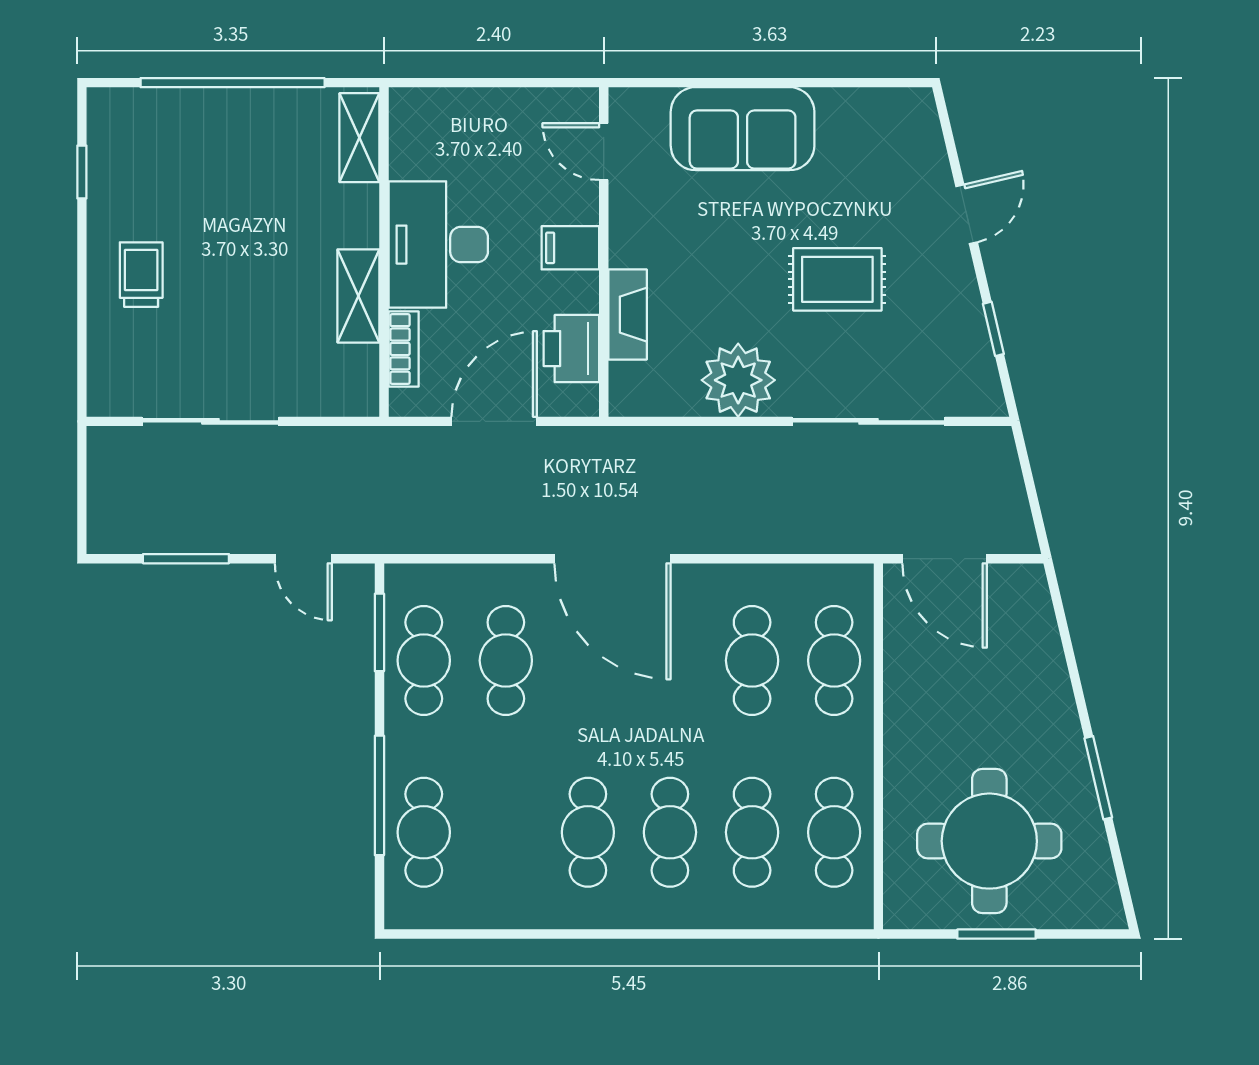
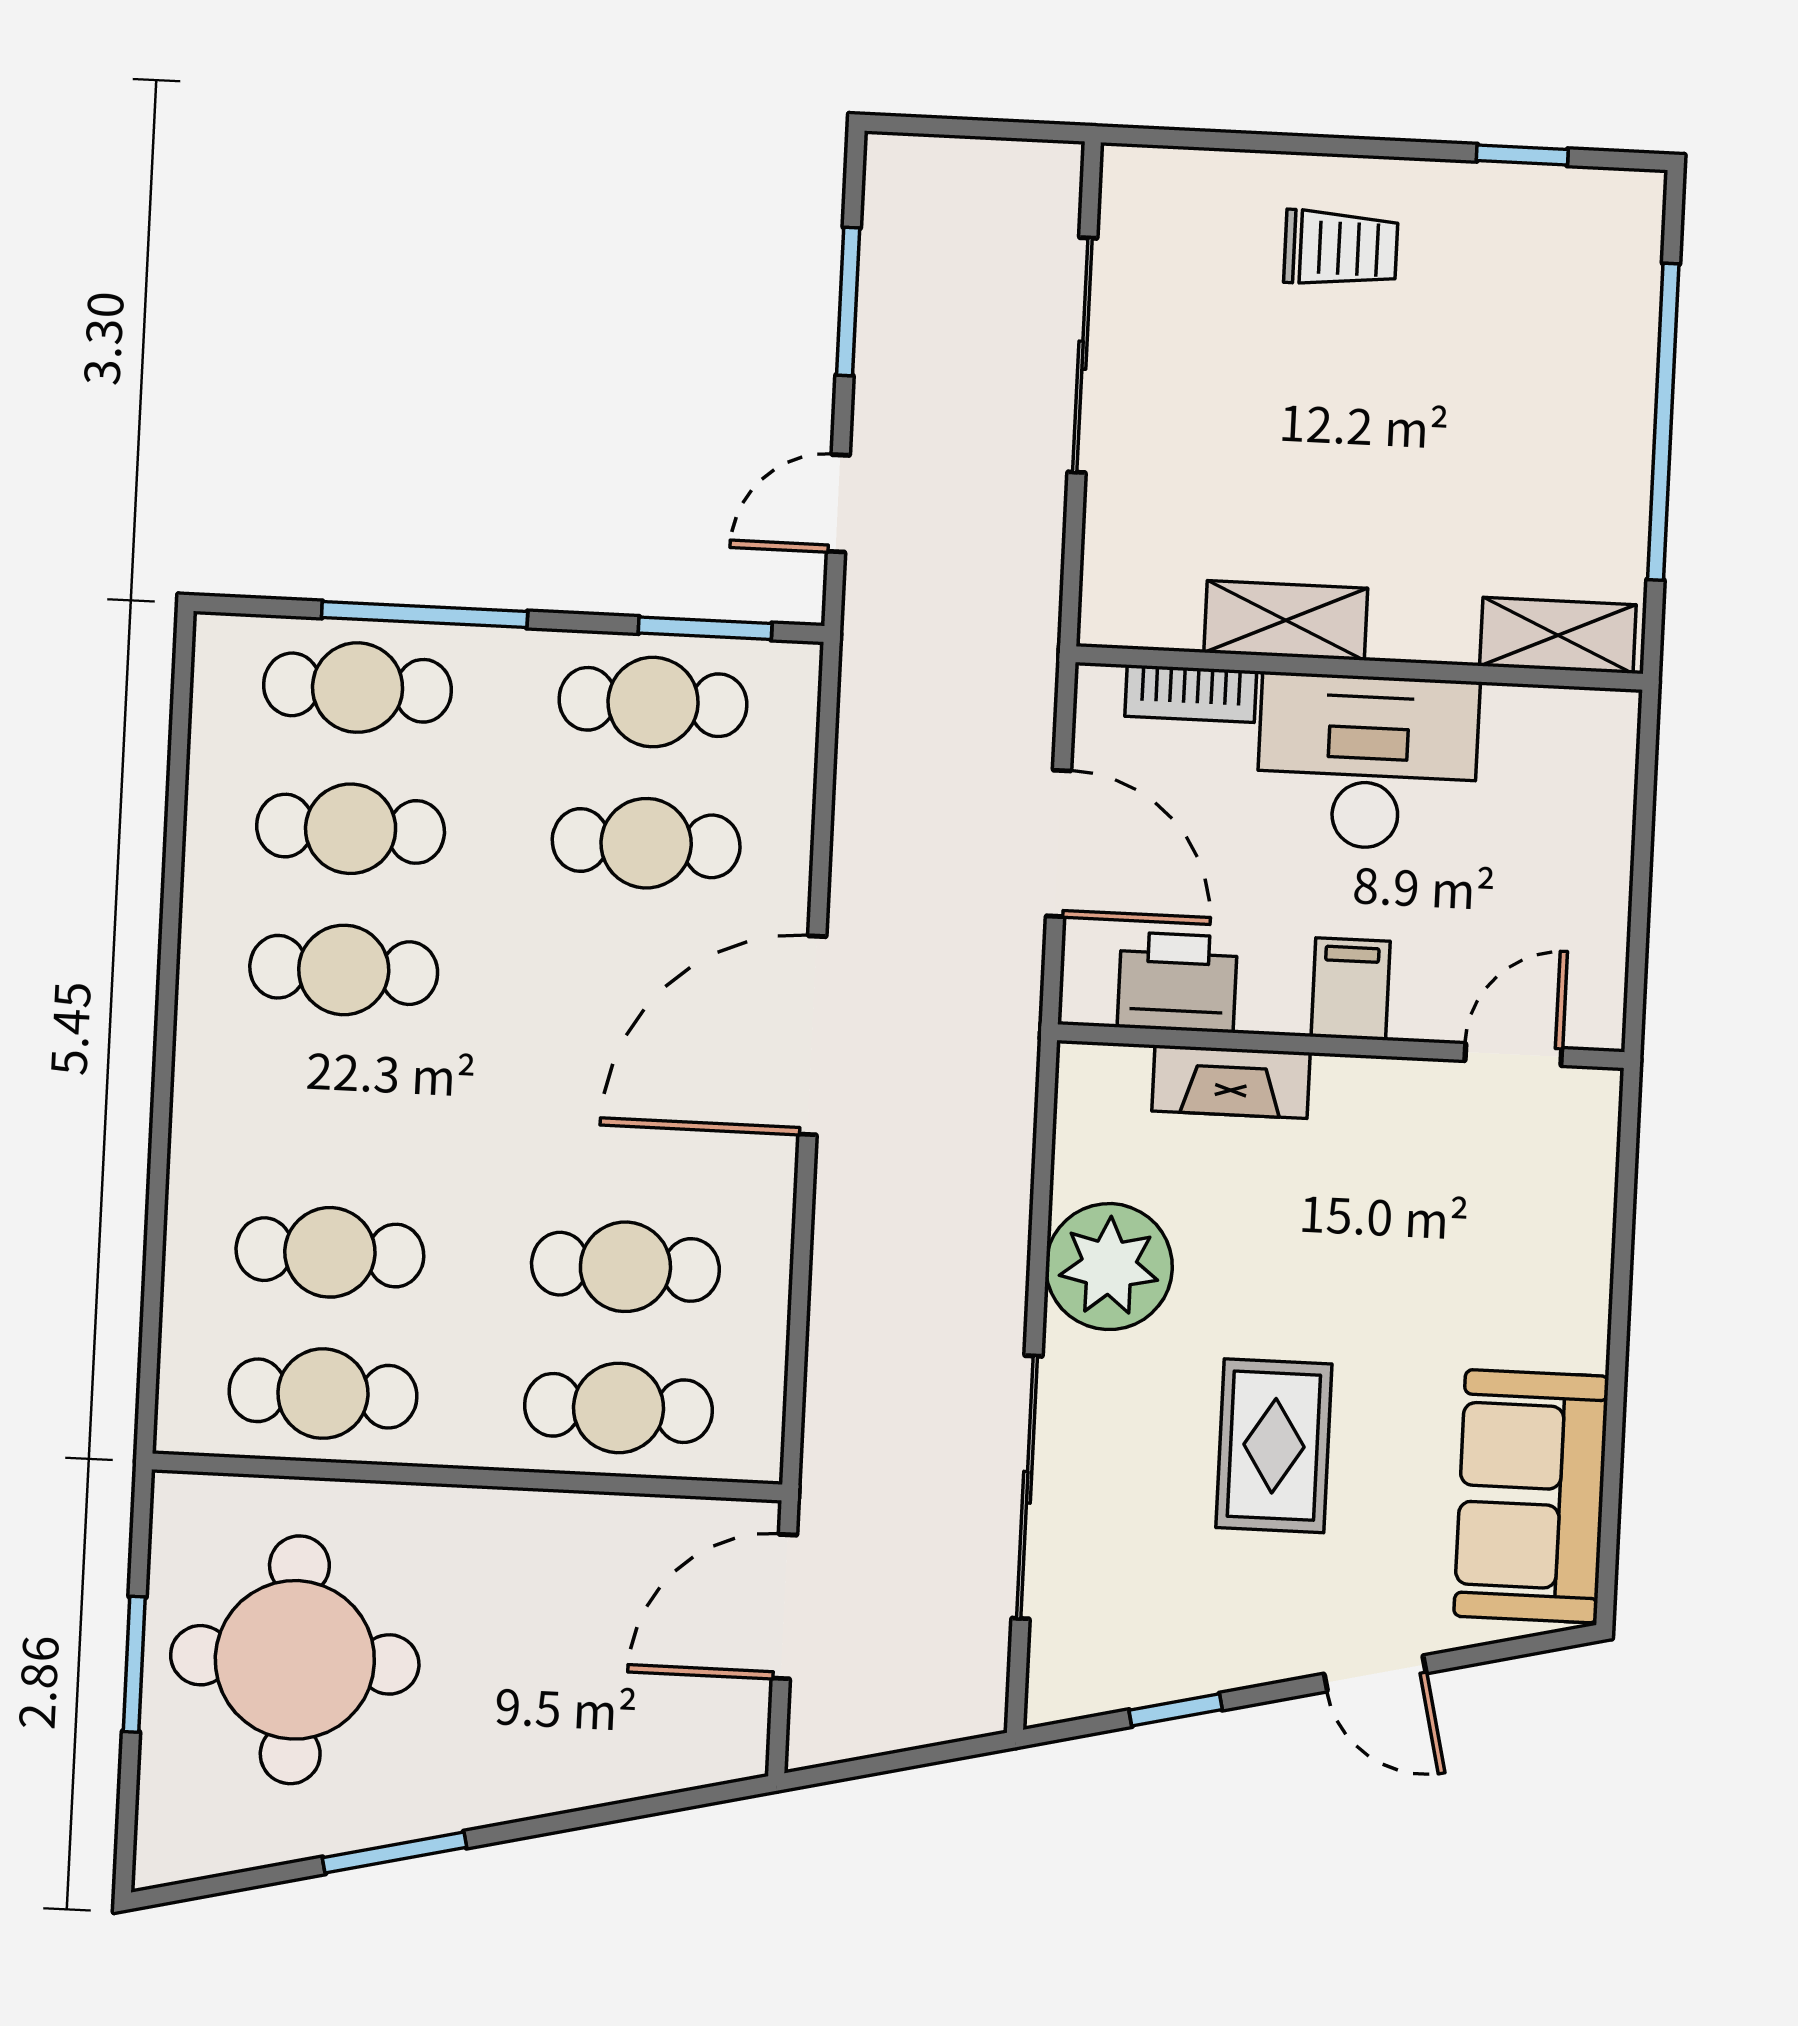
sofa: (743, 129) -> (1531, 1496), moved
cafe table: (670, 832) -> (351, 829), moved

